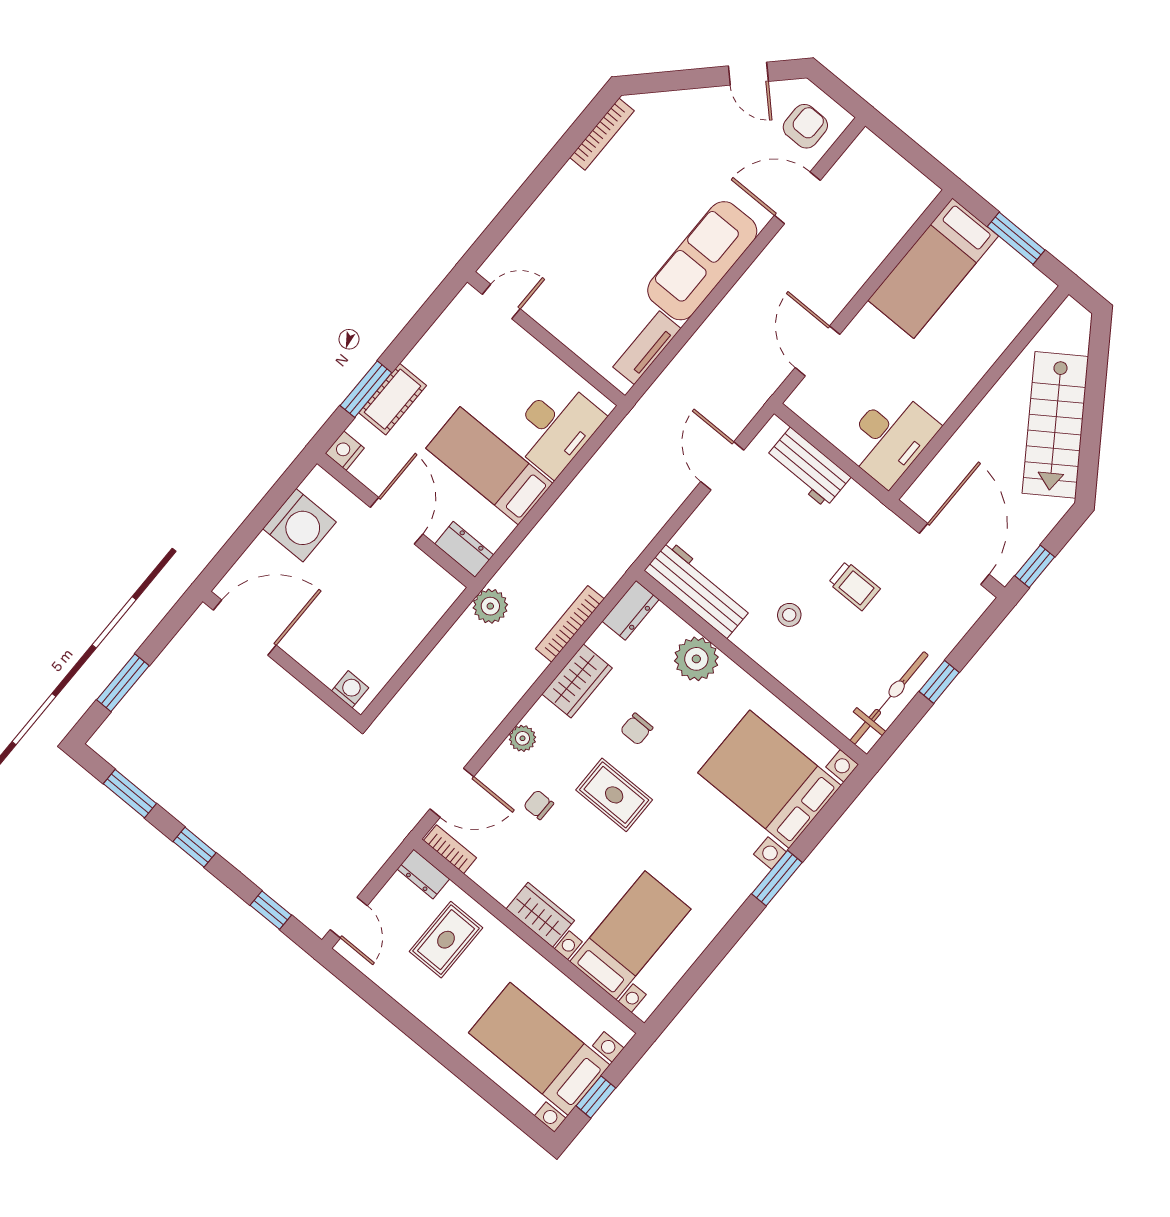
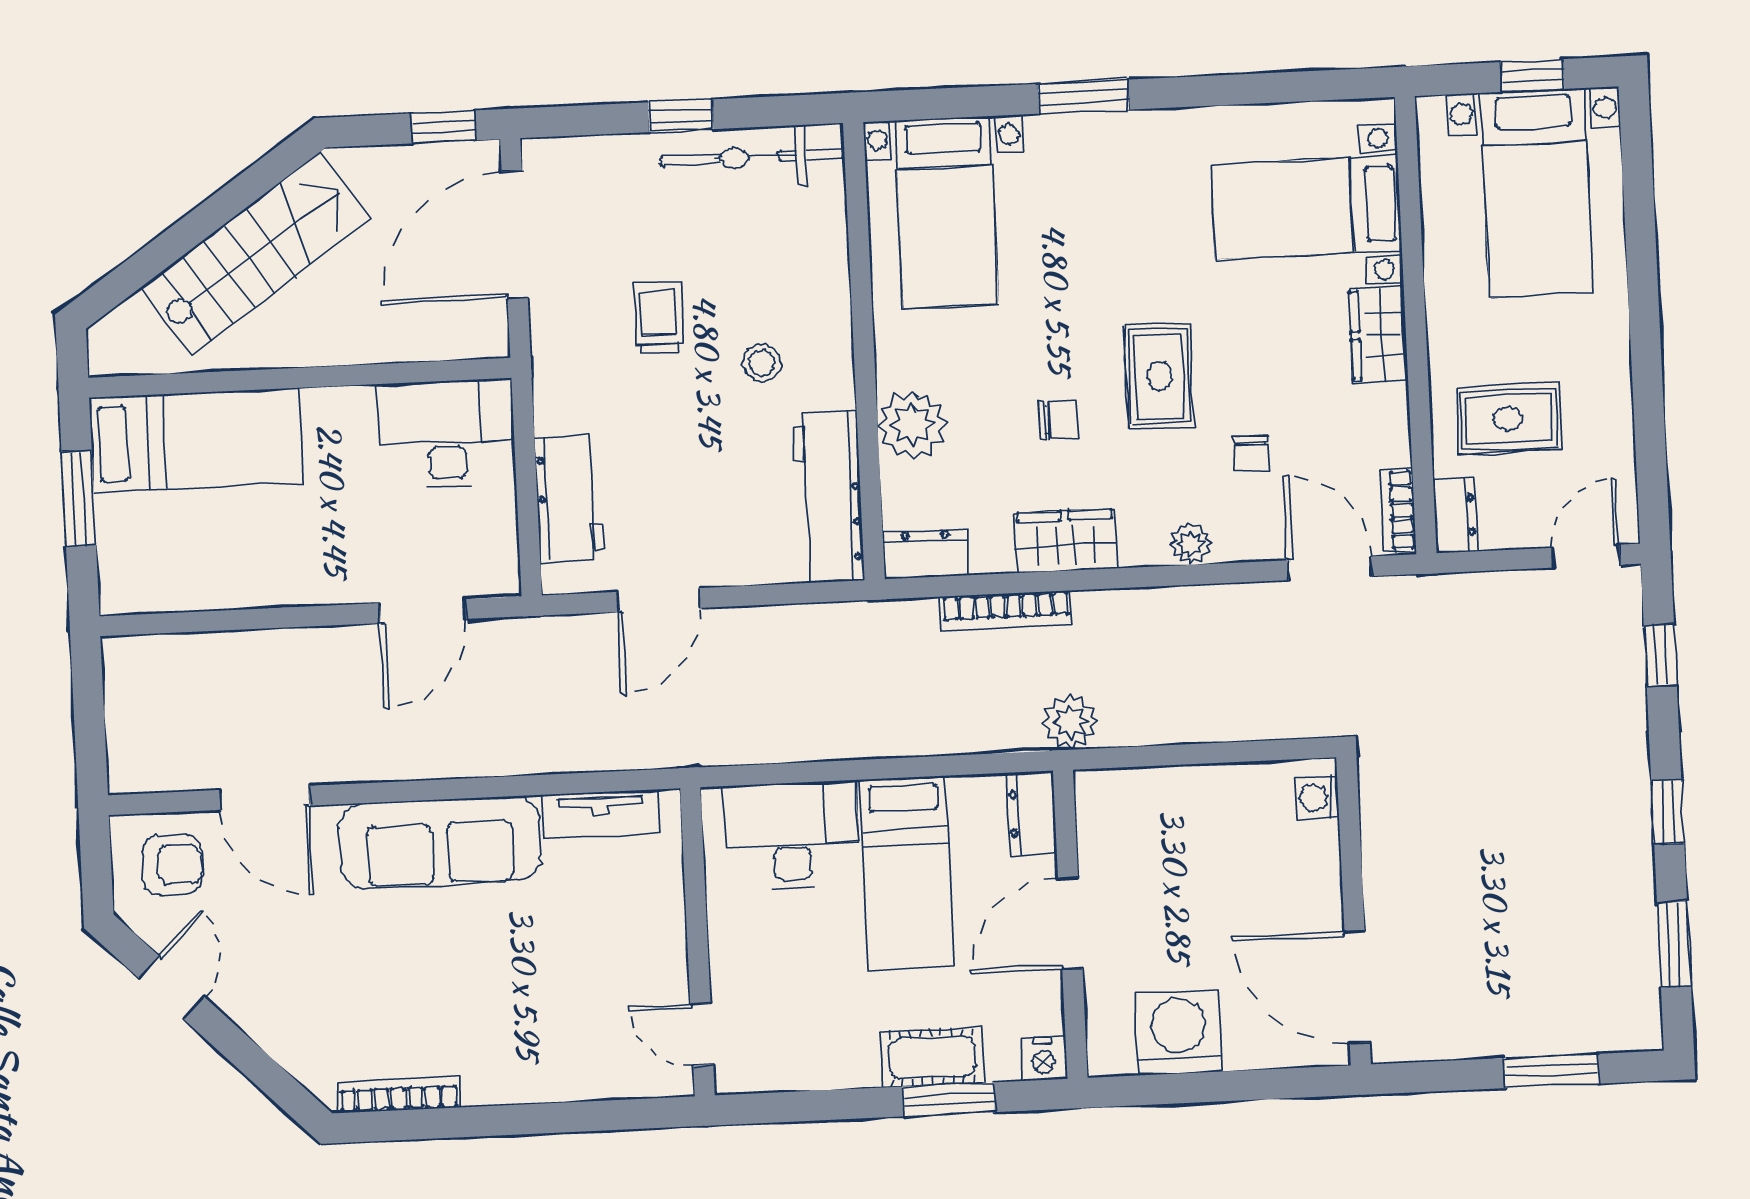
armchair: (805, 126) -> (172, 865), turned 180
bed: (933, 268) -> (197, 440), moved
bed with nightstands: (769, 779) -> (947, 212), width x0.73

